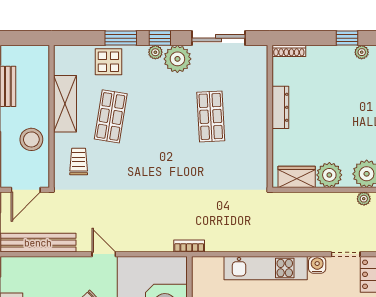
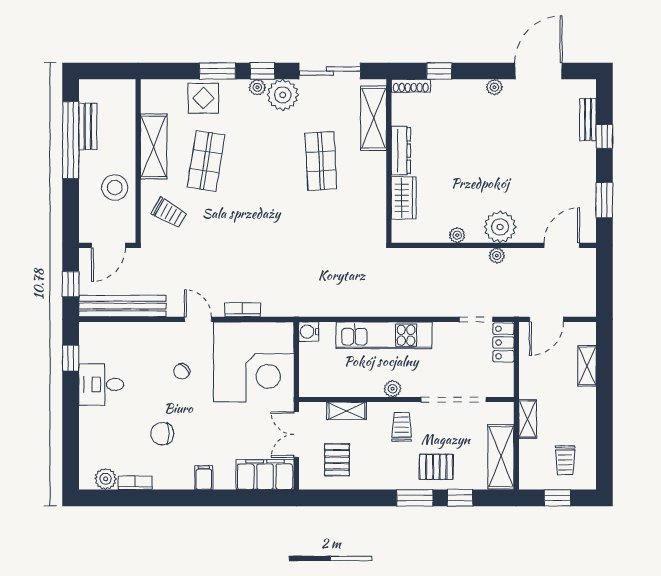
window: (347, 38) -> (439, 71), moved
shelving: (257, 79) -> (374, 118), added
trolley: (79, 161) -> (169, 213), turned 120
plant: (329, 175) -> (457, 235), width x0.53, depth x0.53
wardrobe: (297, 177) -> (404, 198), moved, turned 90
bookcase: (189, 246) -> (243, 310), moved
water cooler: (317, 265) -> (309, 332), moved, turned -90

